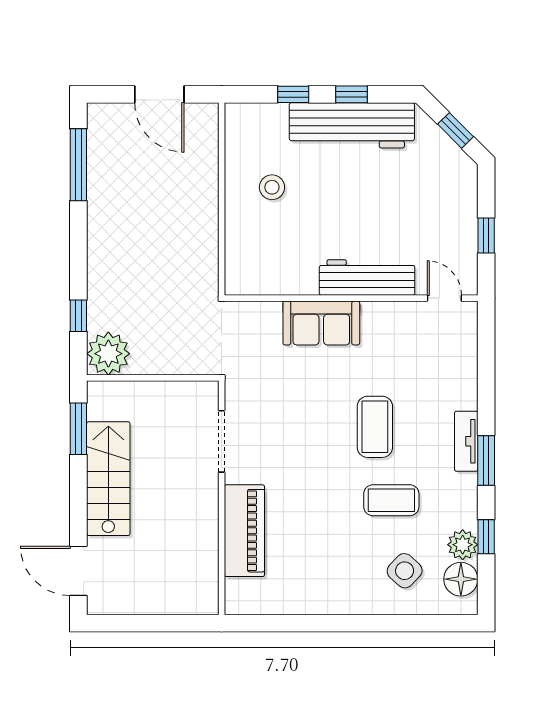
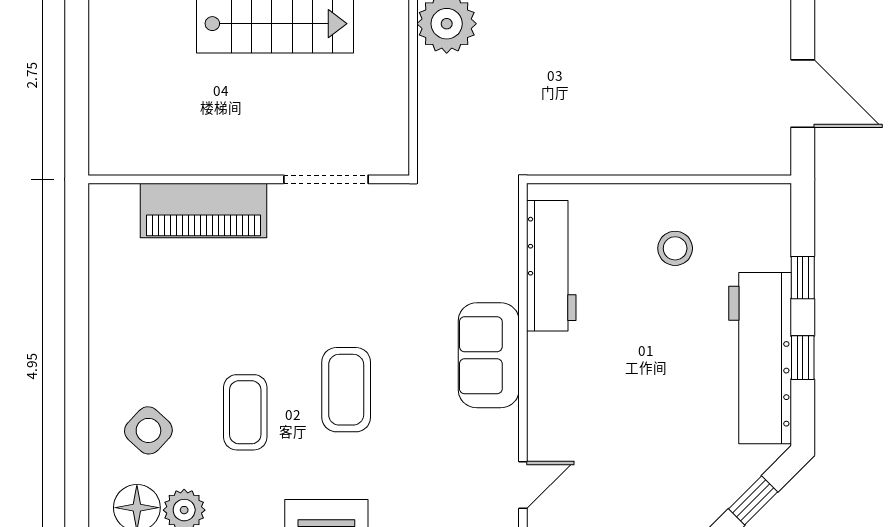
door: (159, 94) -> (803, 94), swing flipped
workbench: (367, 277) -> (551, 266), moved
sofa: (321, 323) -> (489, 355), moved
coffee table: (375, 427) -> (346, 390), turned 90

